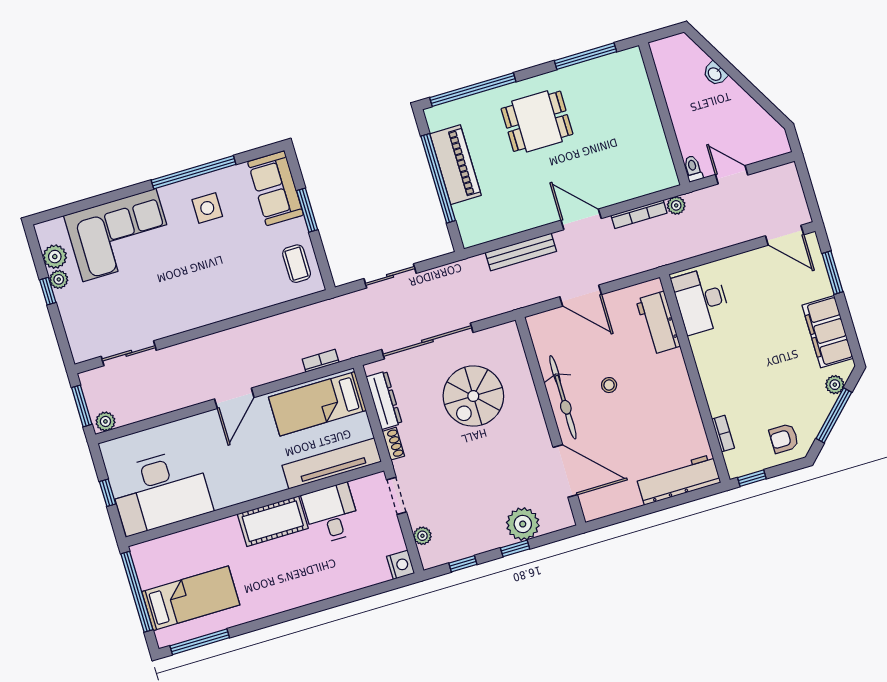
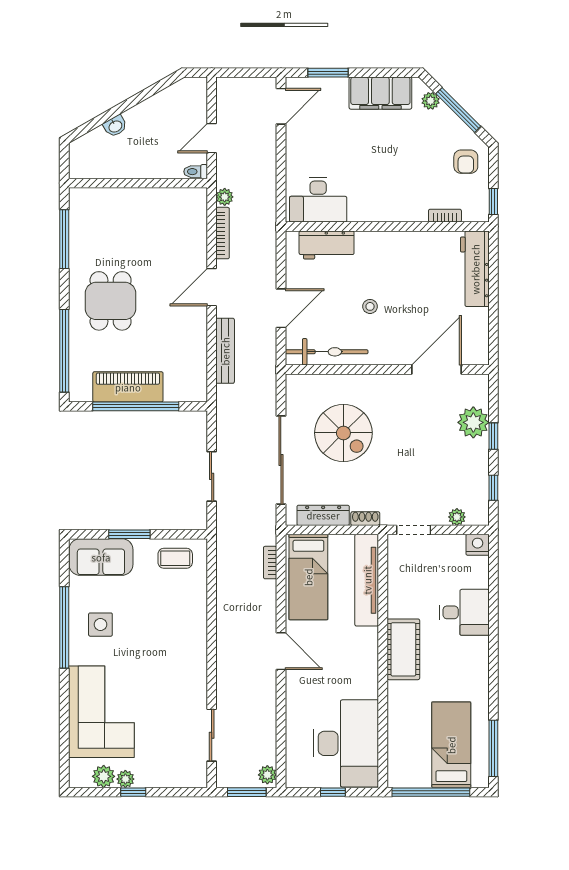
bicycle: (563, 397) -> (327, 352), moved
desk: (331, 514) -> (464, 612), moved, turned 180

